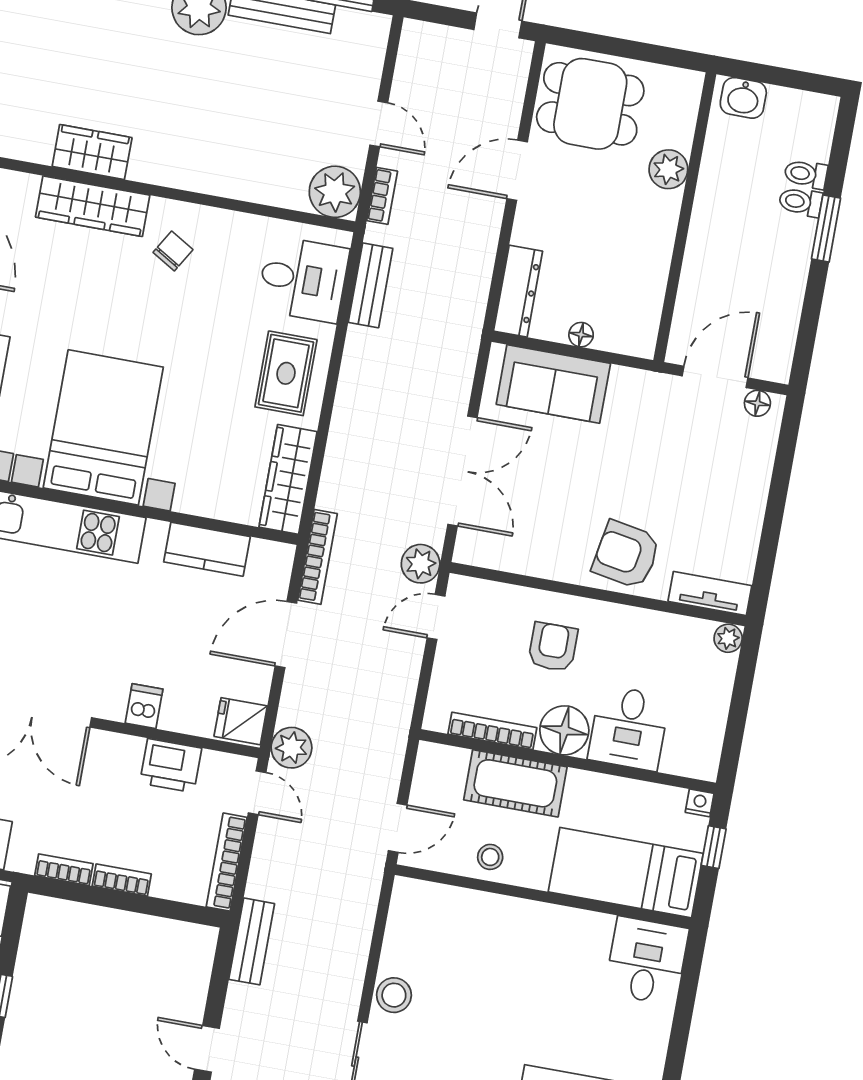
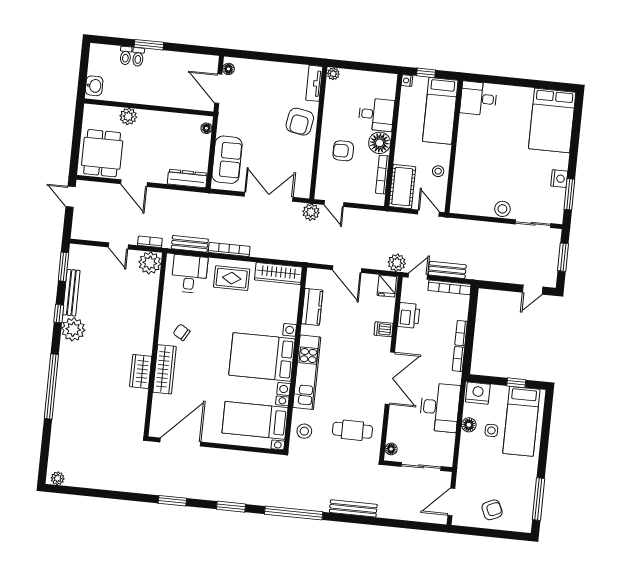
door: (379, 124) -> (118, 246), swing flipped
floor lamp: (581, 335) -> (206, 128), moved
bookcase: (318, 557) -> (229, 249), moved
cot: (515, 783) -> (402, 187), moved
bench: (252, 941) -> (447, 270), moved

